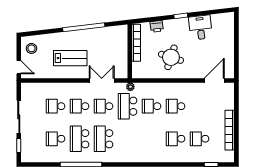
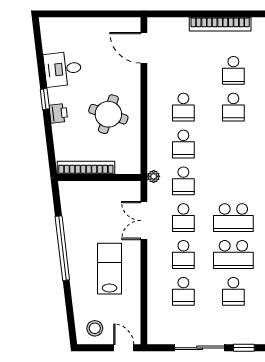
printer: (157, 26) -> (58, 113), moved
door: (19, 67) -> (124, 348), hinge flipped
school desk: (128, 106) -> (183, 181), width x0.54

